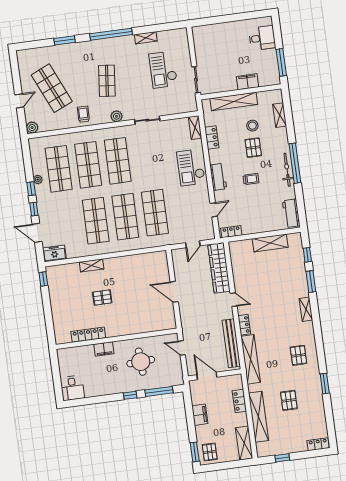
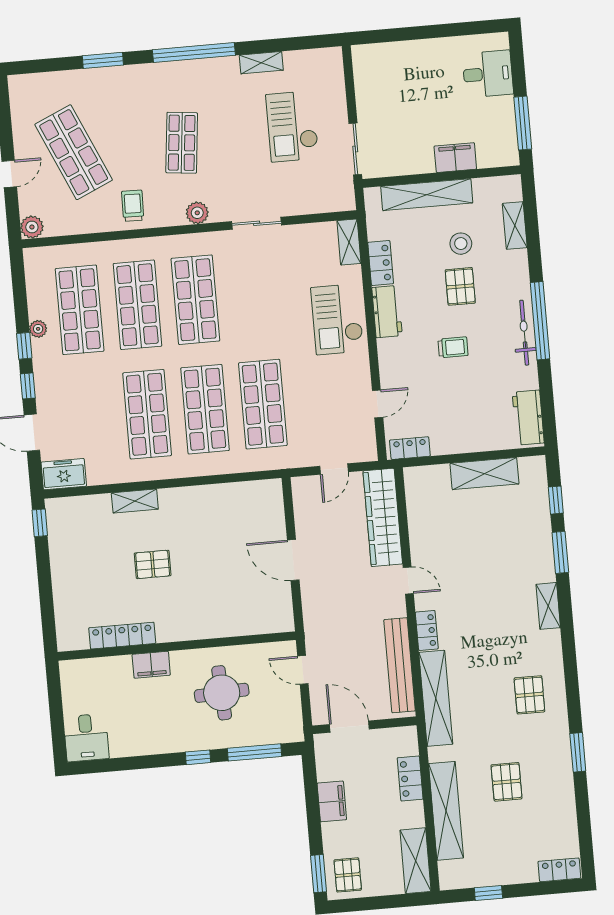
workbench: (218, 177) -> (387, 312), moved

